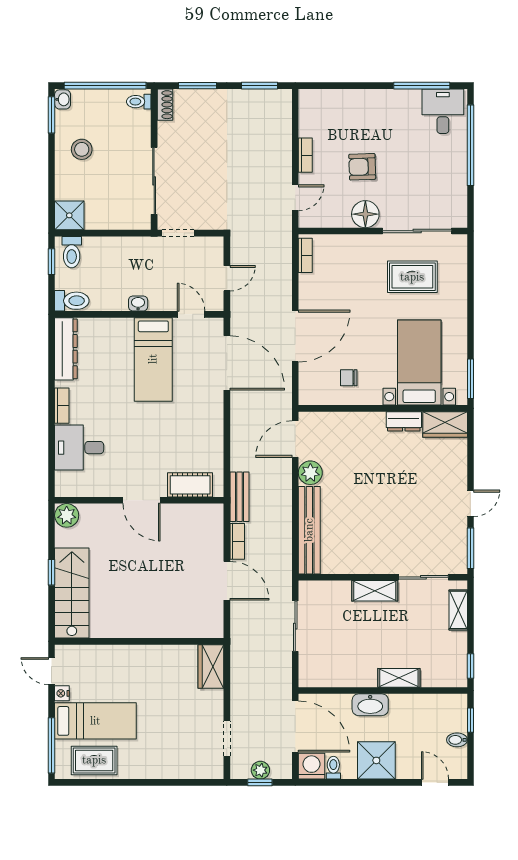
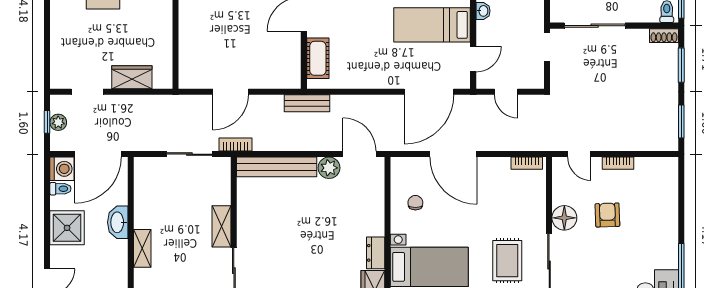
bookcase: (237, 541) -> (235, 145), moved, turned 180
wardrobe: (211, 667) -> (132, 77), moved

